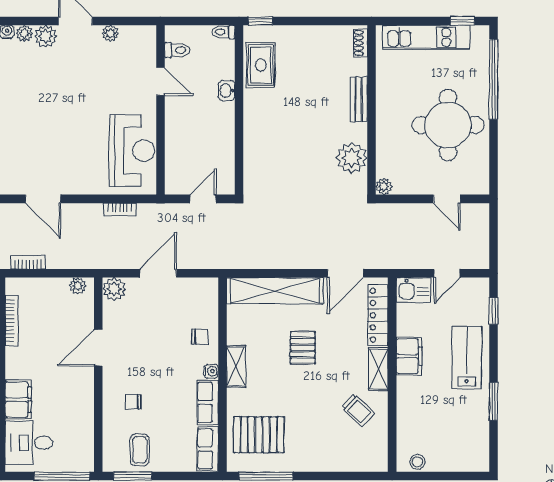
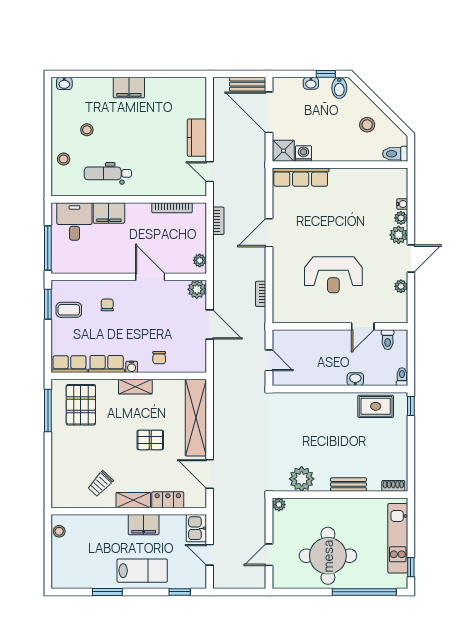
reception desk: (132, 151) -> (333, 275), moved
locker: (378, 315) -> (168, 500), width x0.66

